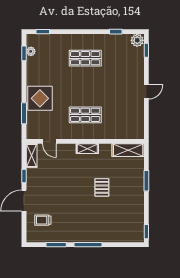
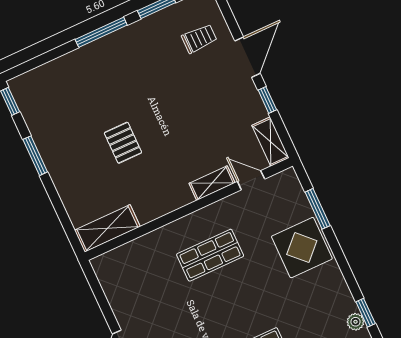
shelving: (87, 149) -> (212, 183), moved
window: (146, 181) -> (35, 156), moved

